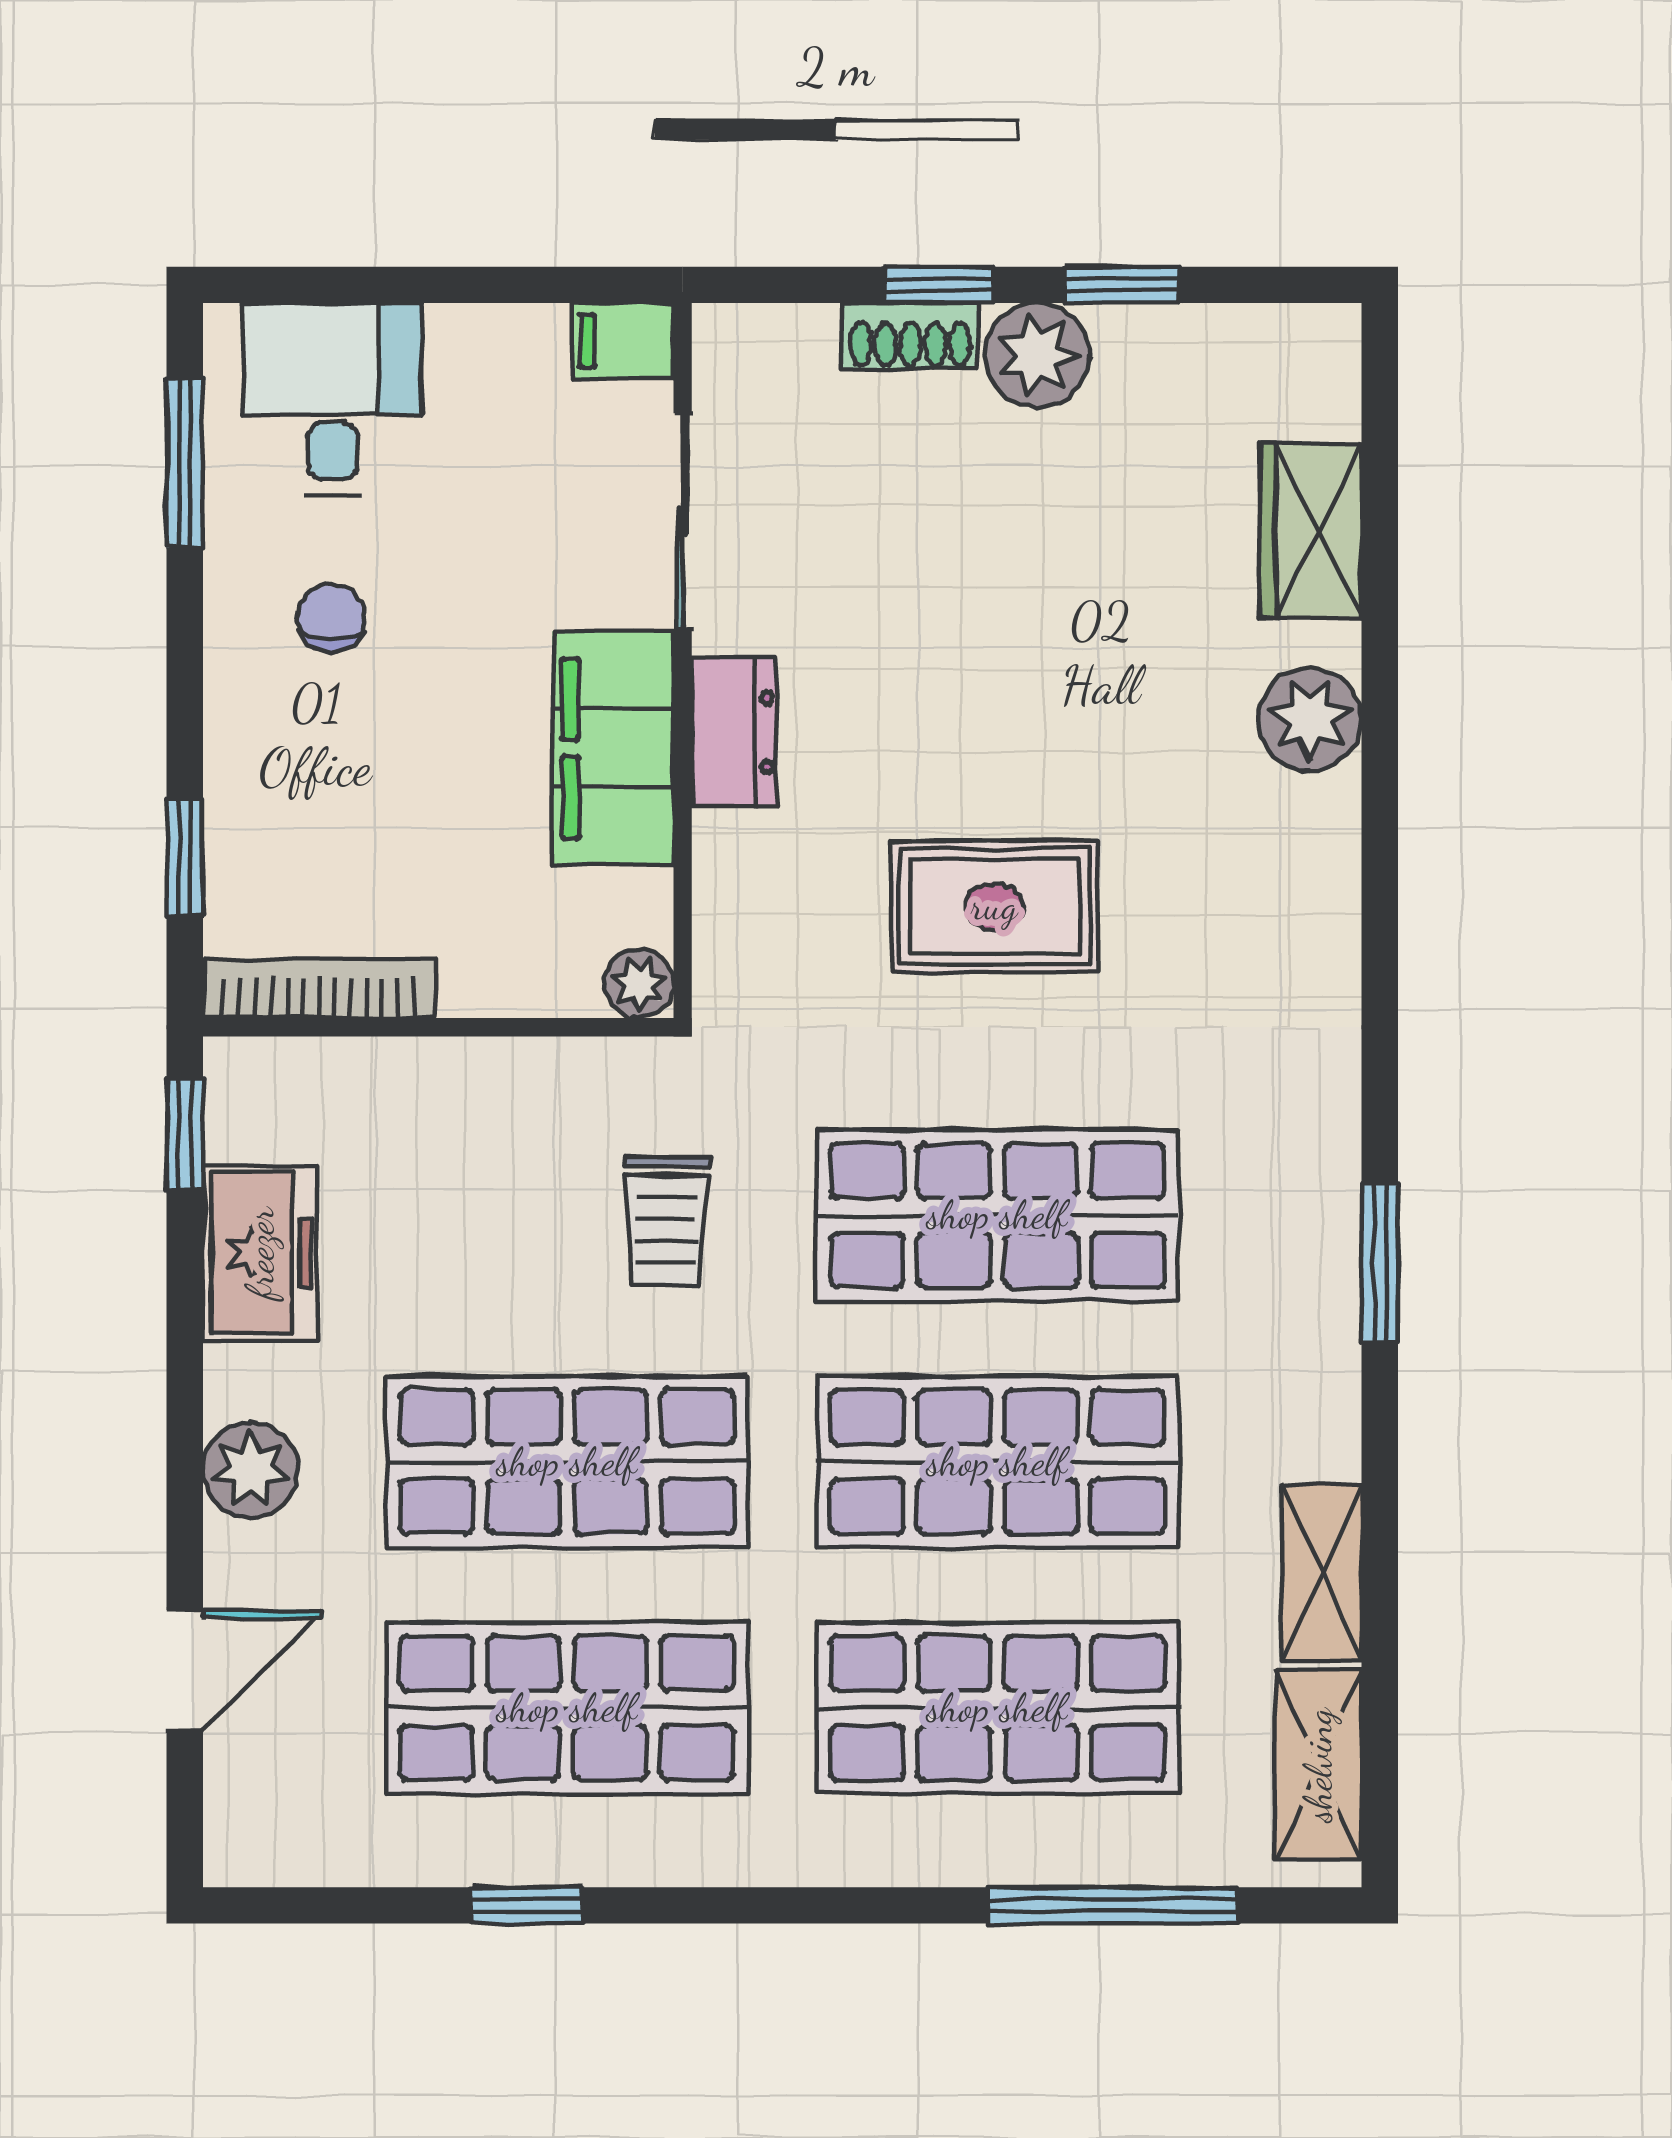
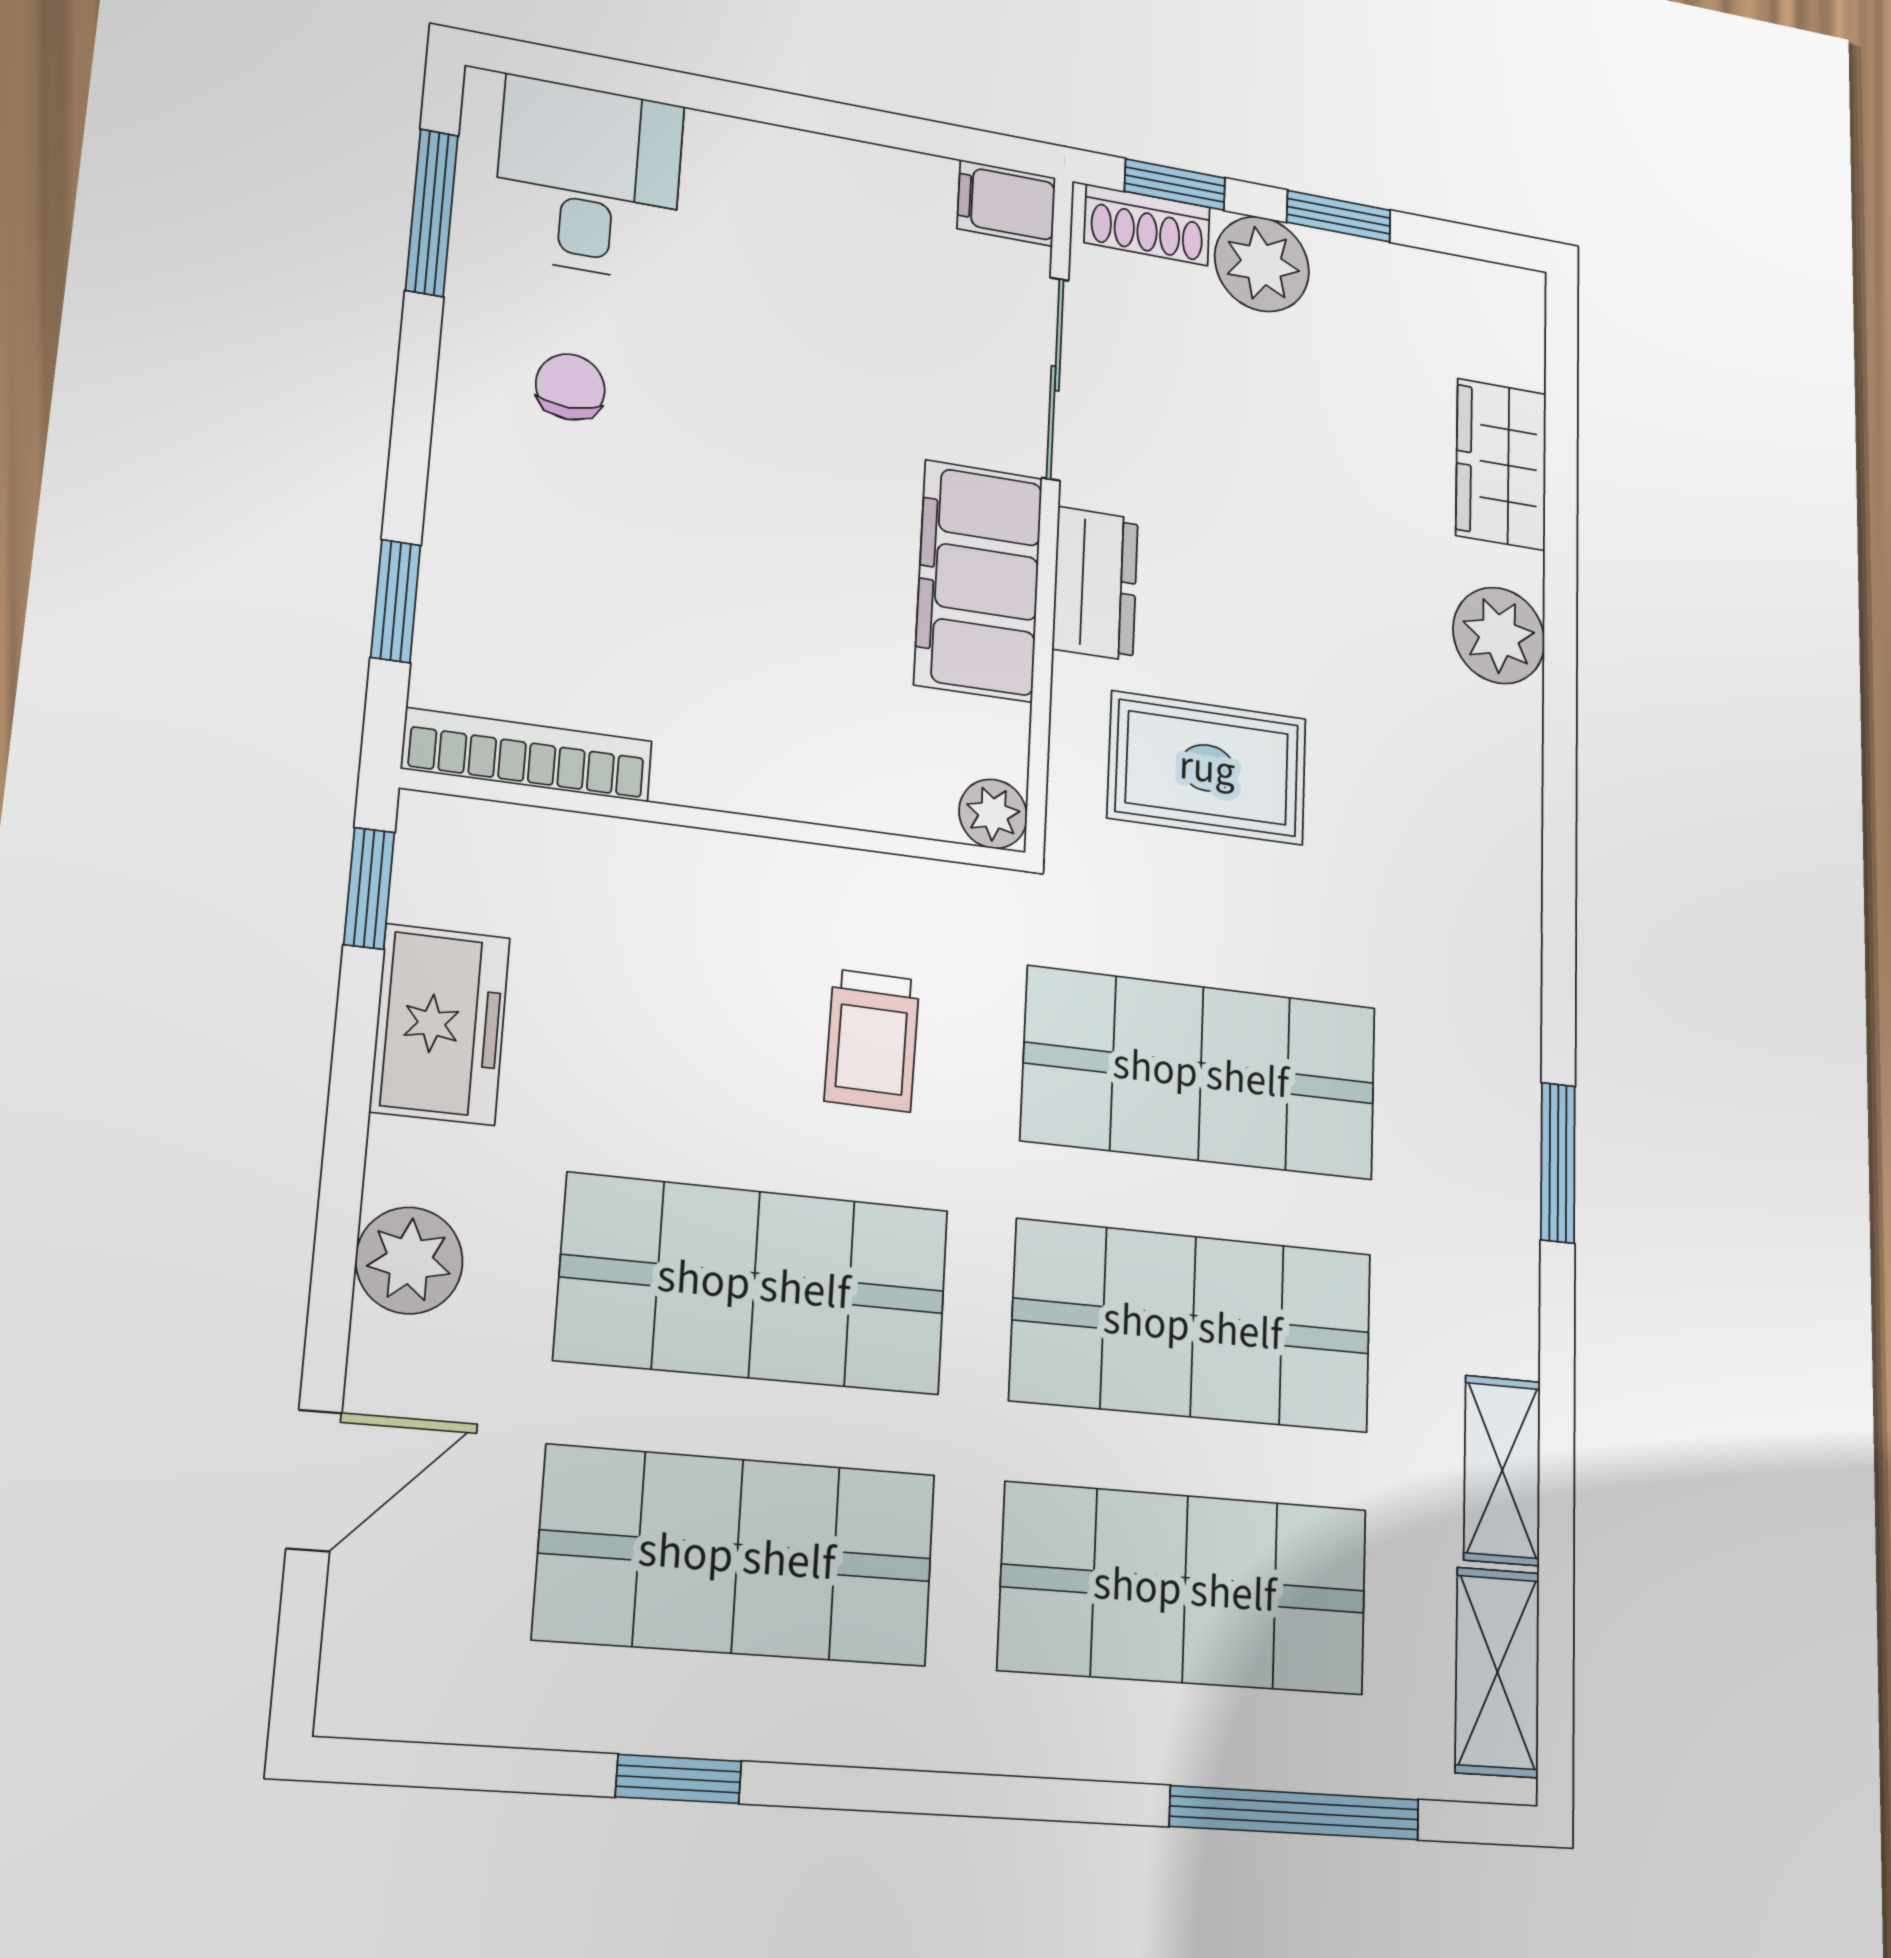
filing cabinet: (623, 341) -> (1006, 203), moved
sliding door: (683, 522) -> (1055, 378), moved
wall: (683, 661) -> (1049, 508), moved
dresser: (734, 732) -> (1095, 584), moved
filing cabinet: (613, 748) -> (979, 581), moved
plant: (639, 984) -> (993, 814), moved

